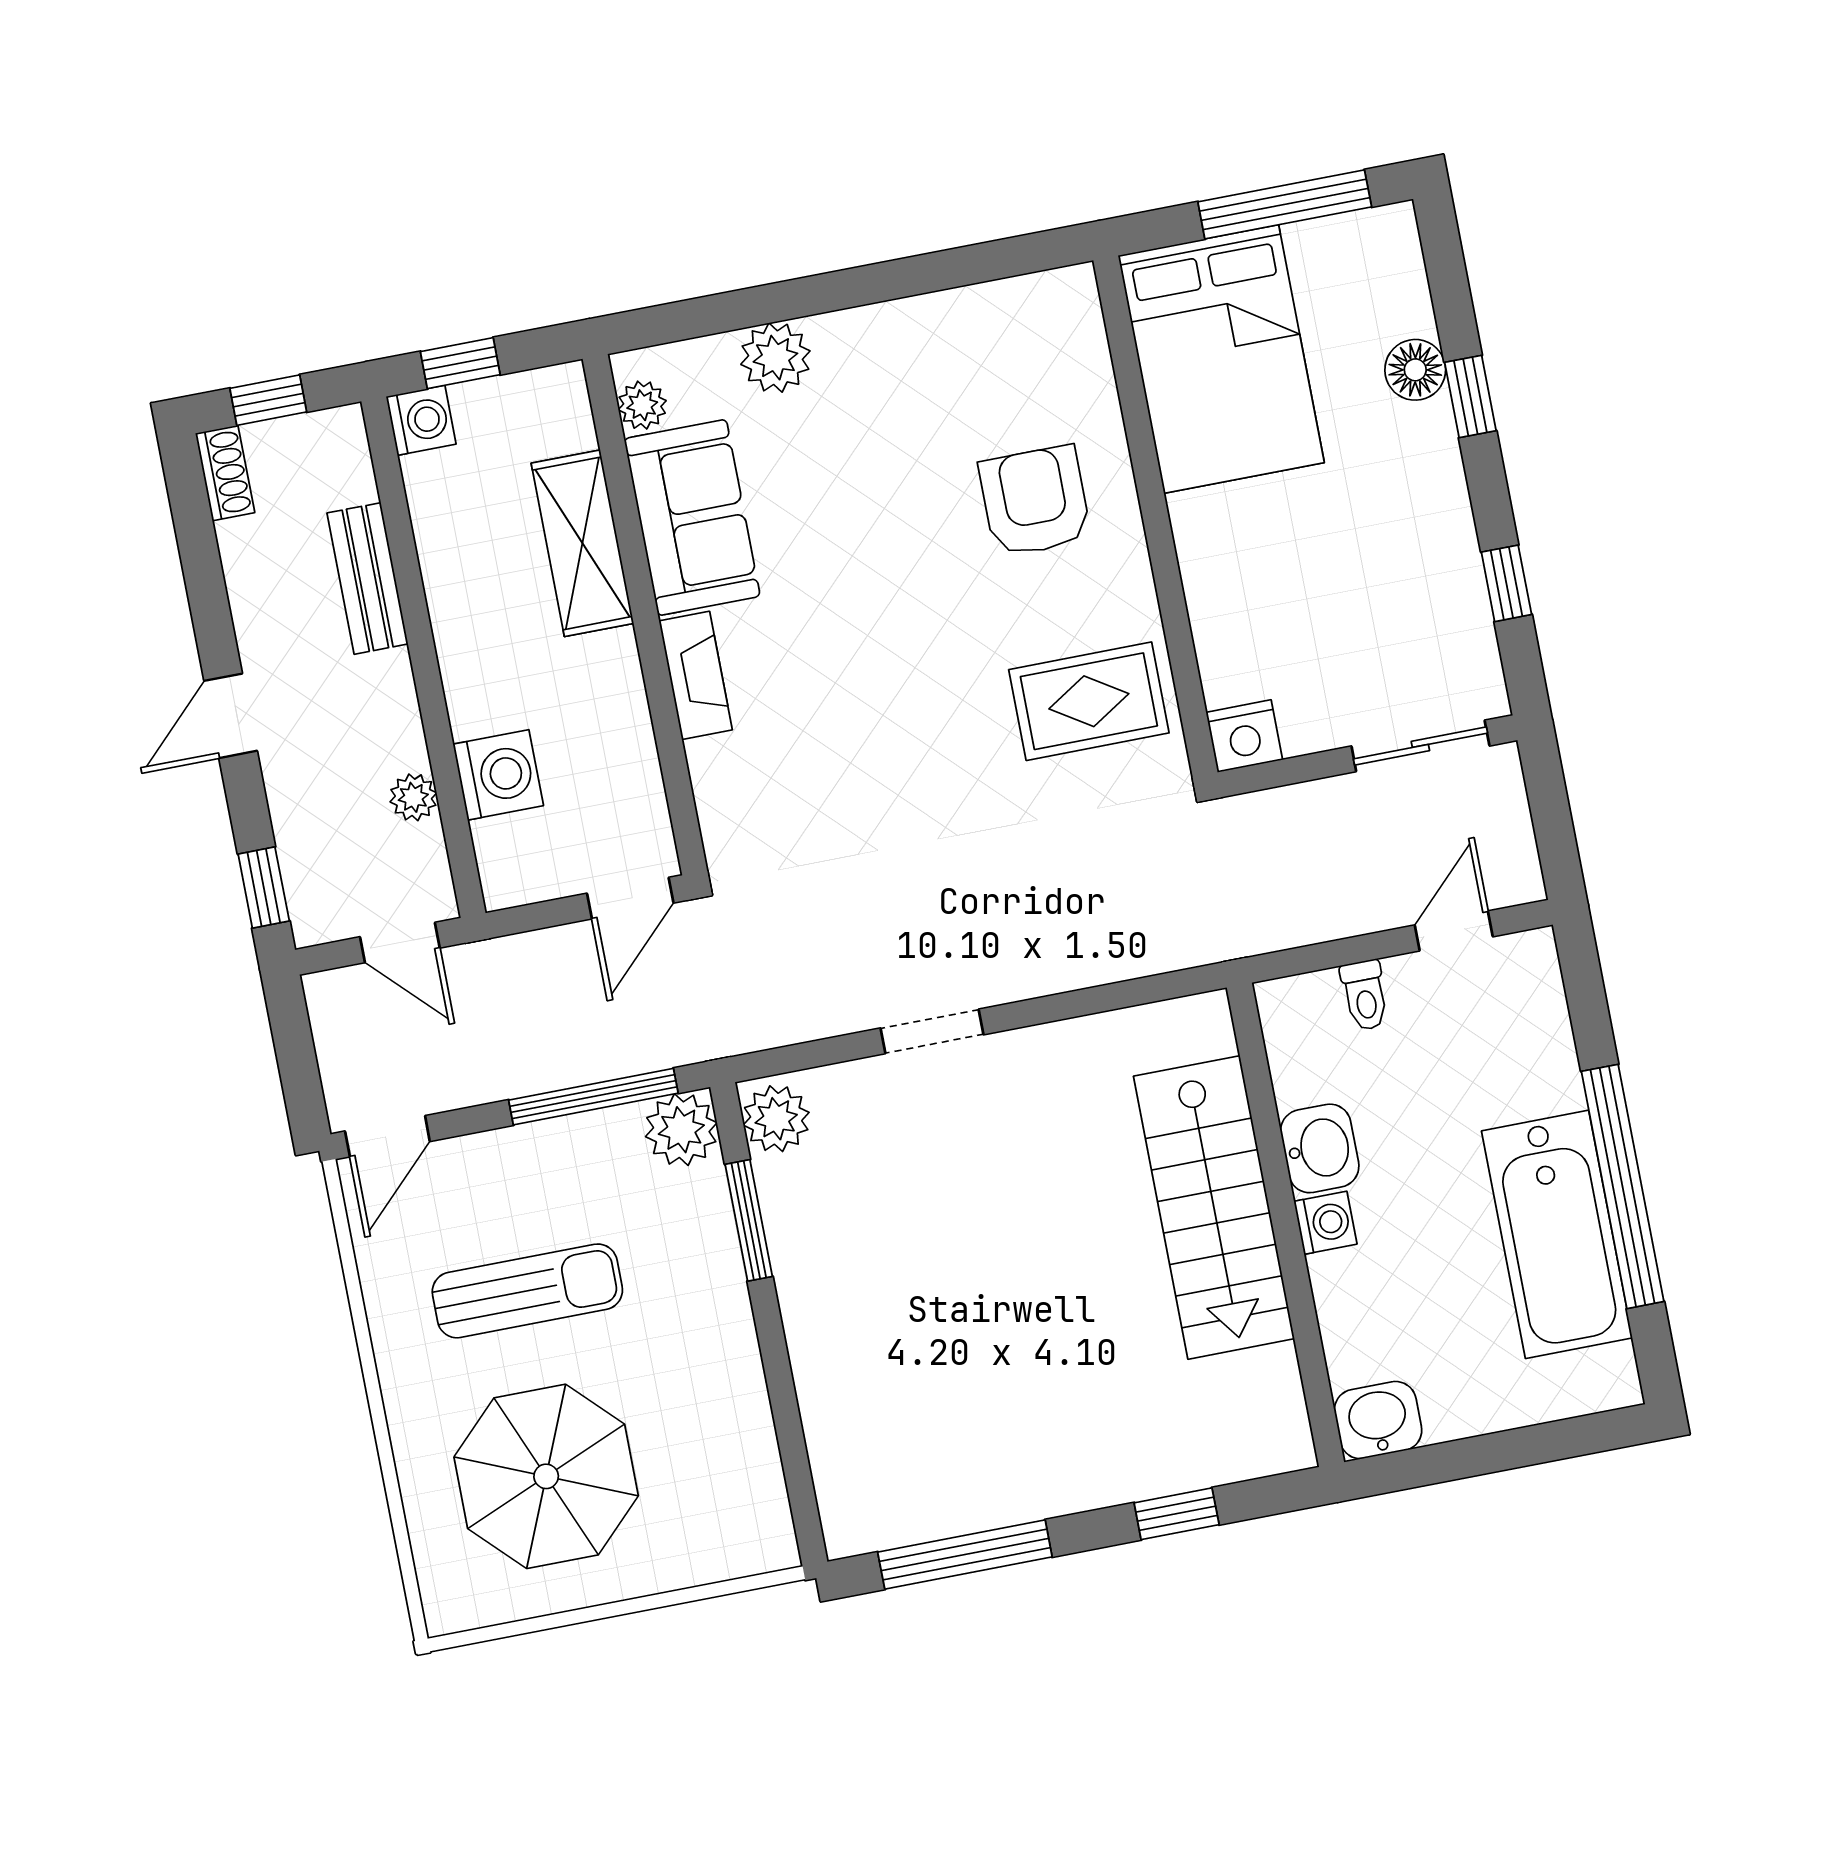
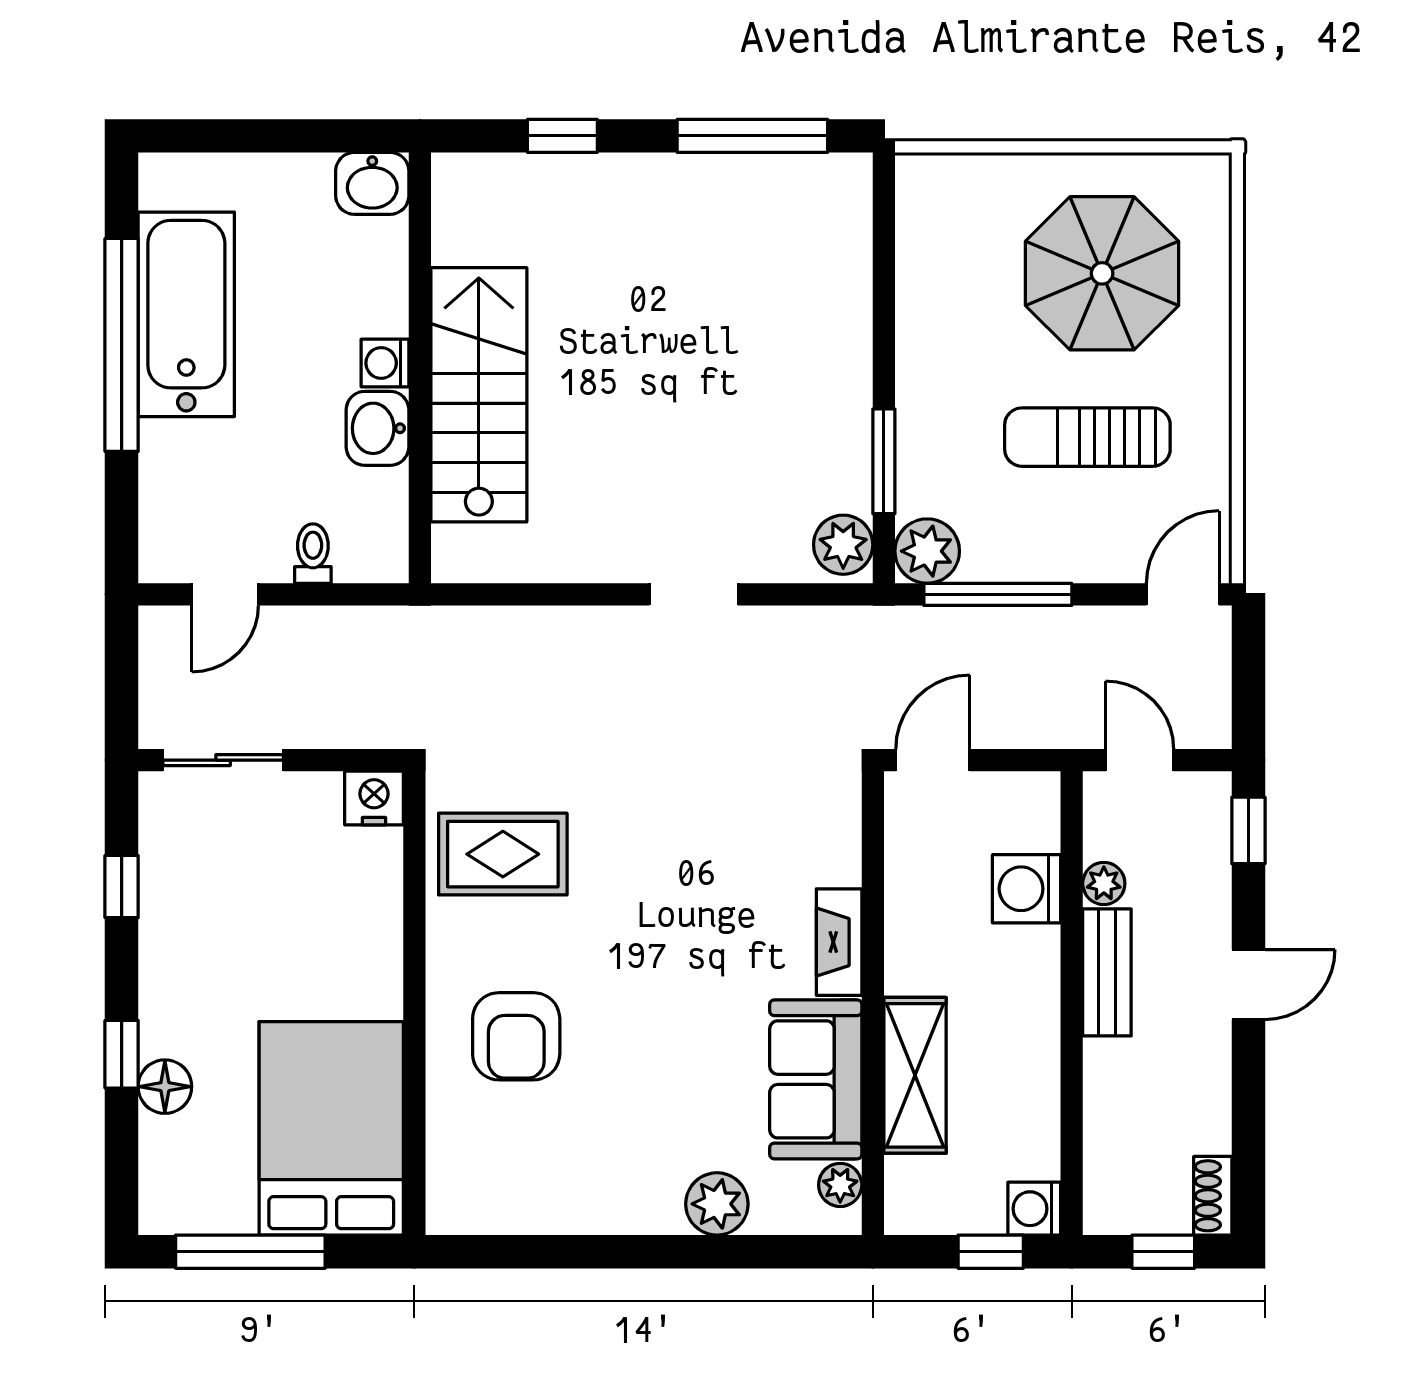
bench: (368, 578) -> (1107, 972), moved

